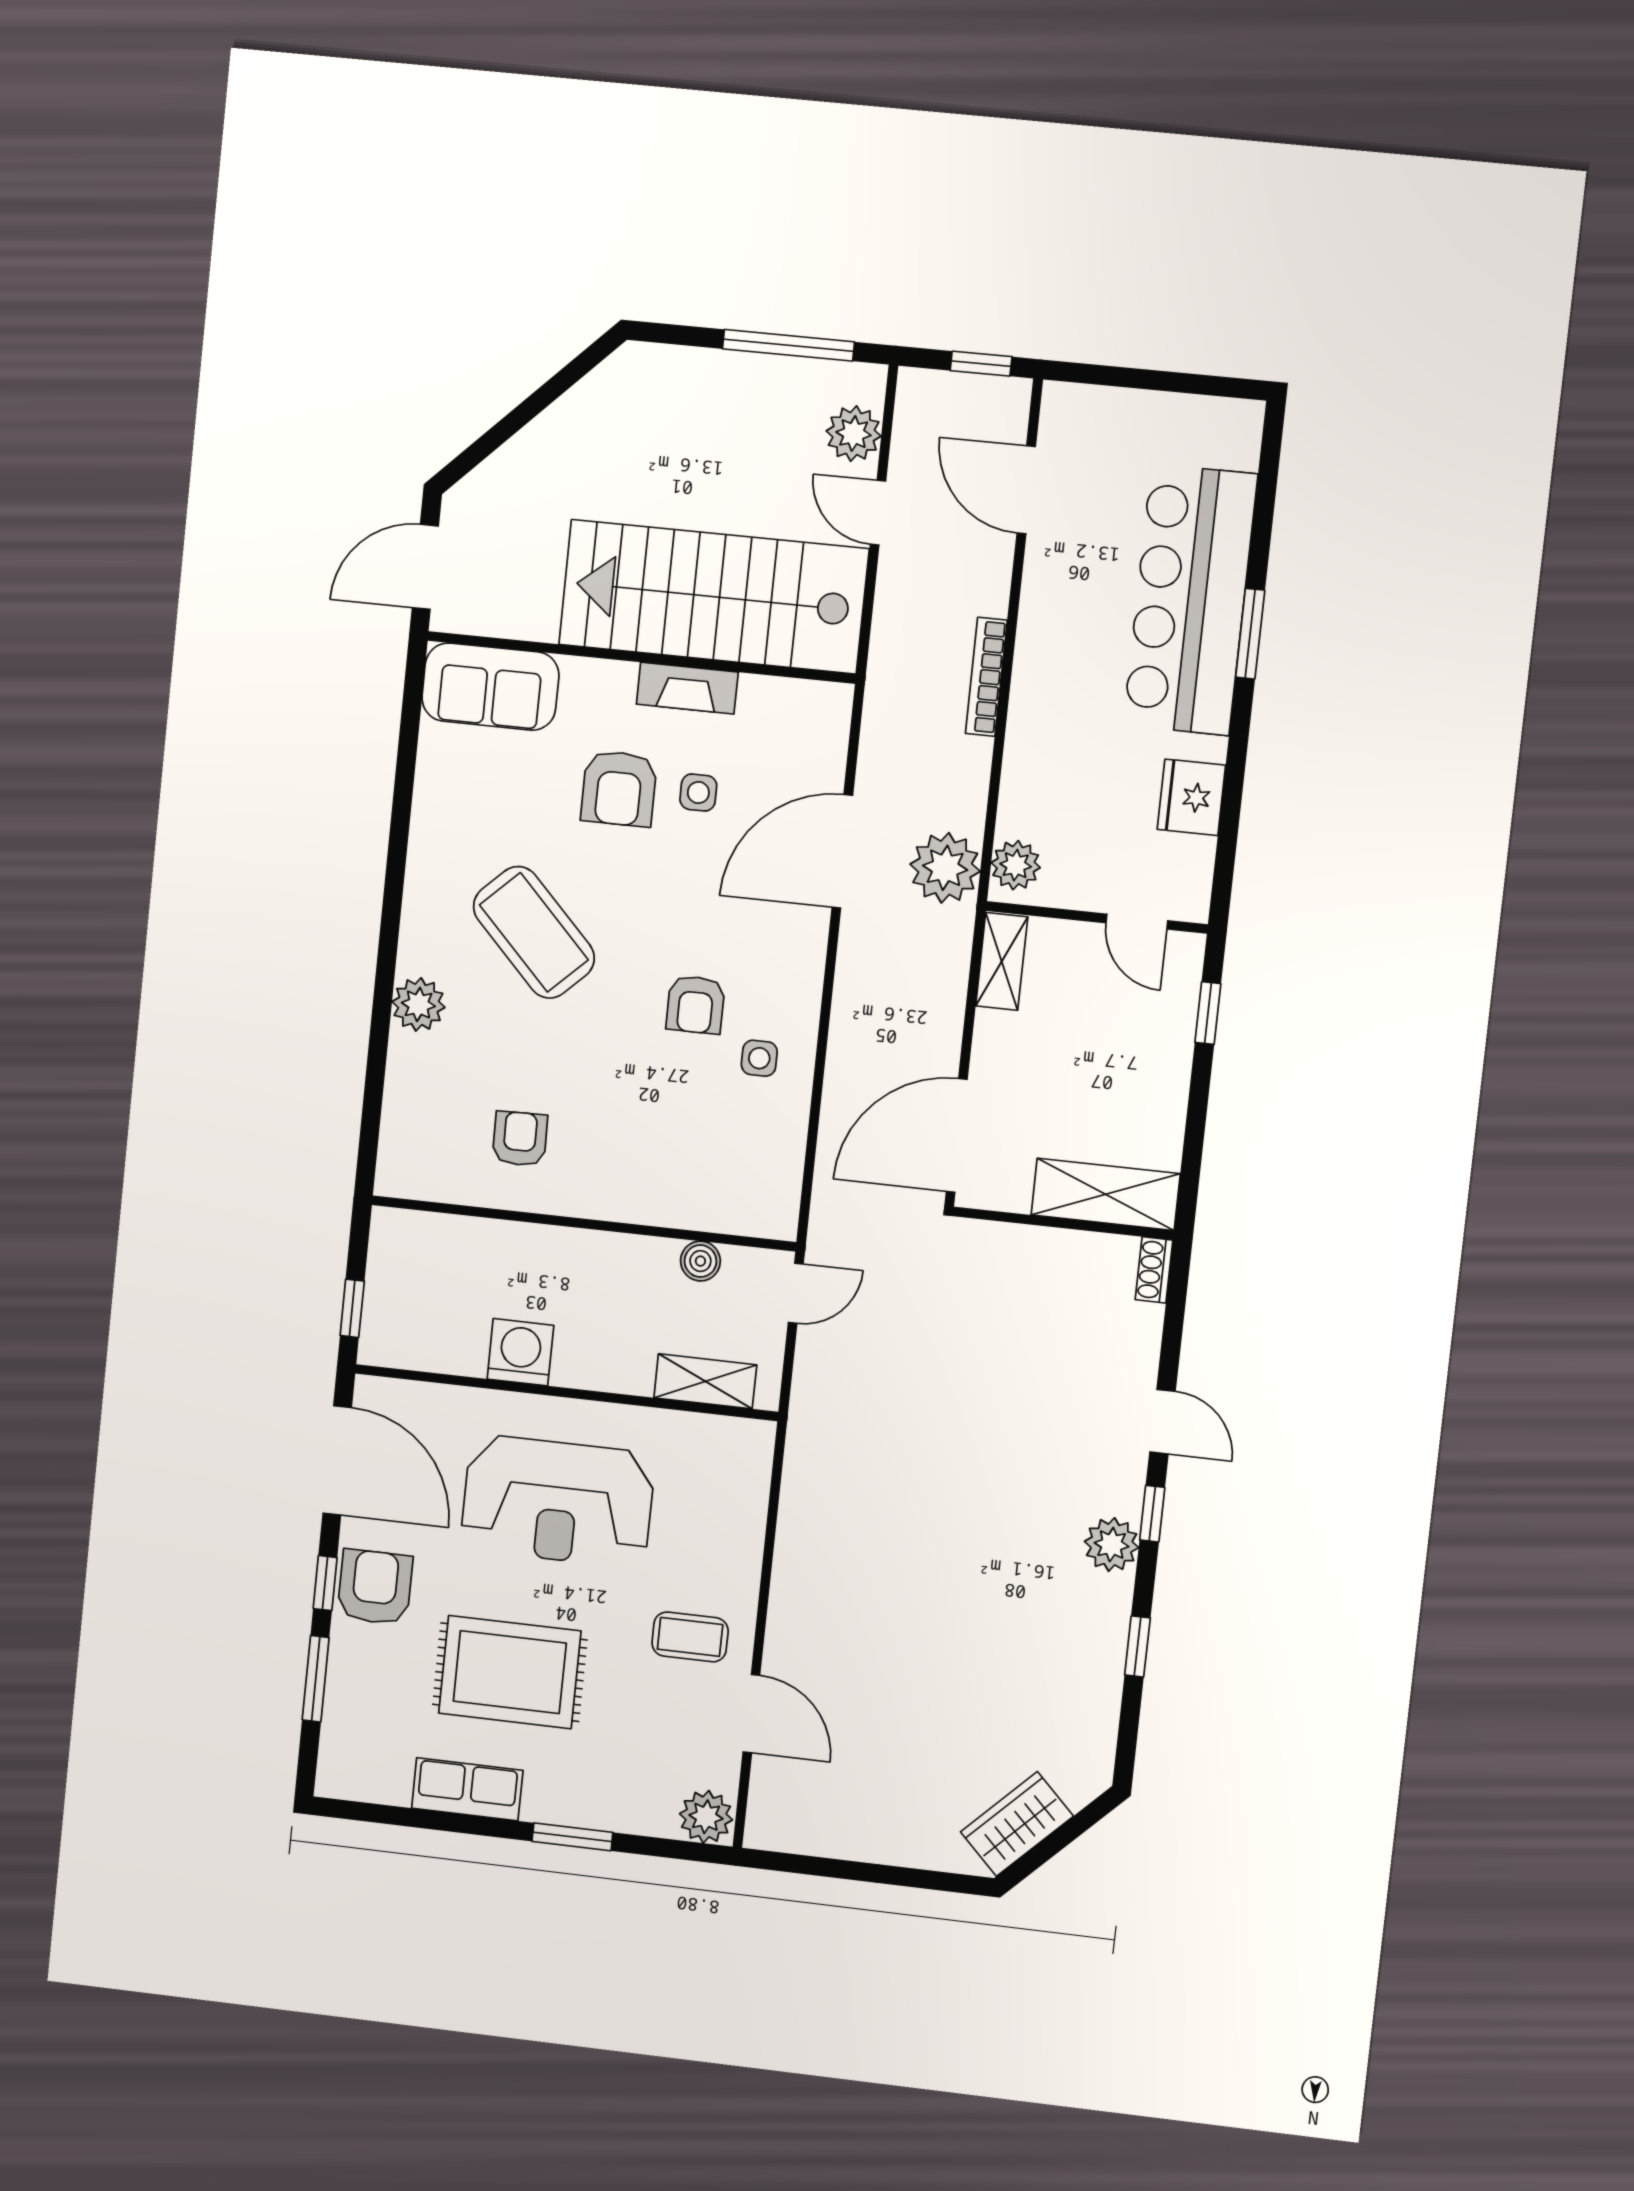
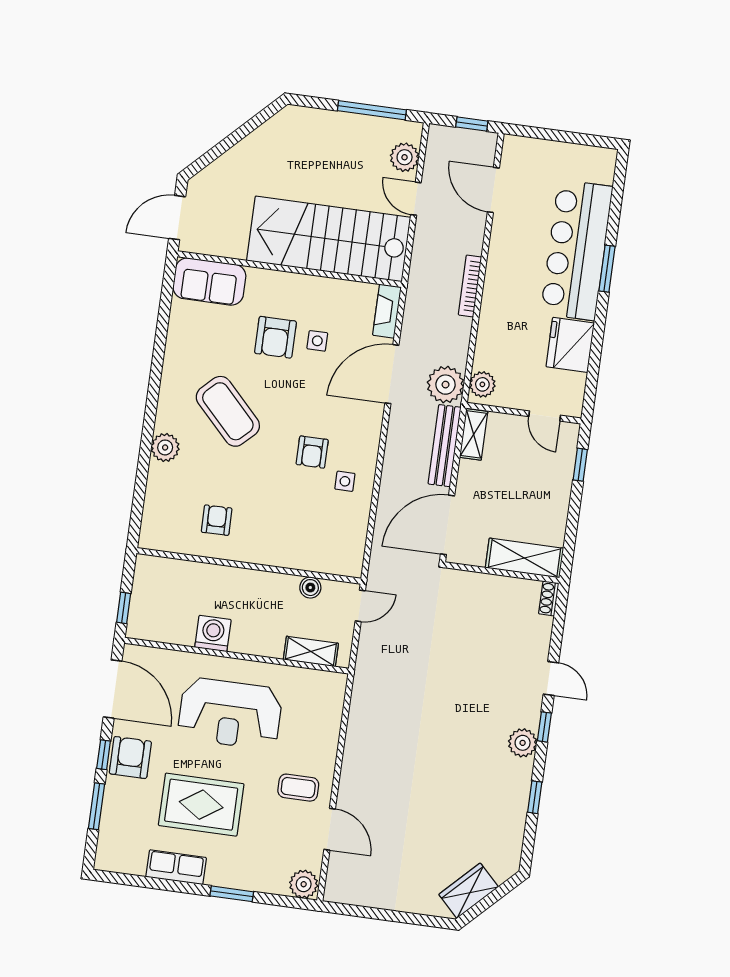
fireplace: (687, 688) -> (387, 311), moved, turned 90
fridge: (1191, 797) -> (570, 345), width x1.36, depth x1.34
bench: (947, 985) -> (444, 446), added

